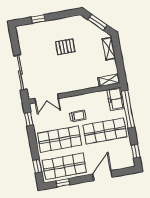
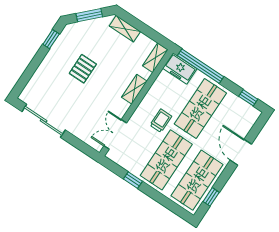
window: (38, 19) -> (51, 39), moved
sliding door: (20, 72) -> (44, 121), moved
shelving: (81, 85) -> (134, 89), added
double door: (47, 98) -> (115, 134), swing flipped
window: (29, 119) -> (133, 180), moved
window: (37, 166) -> (172, 206), removed

